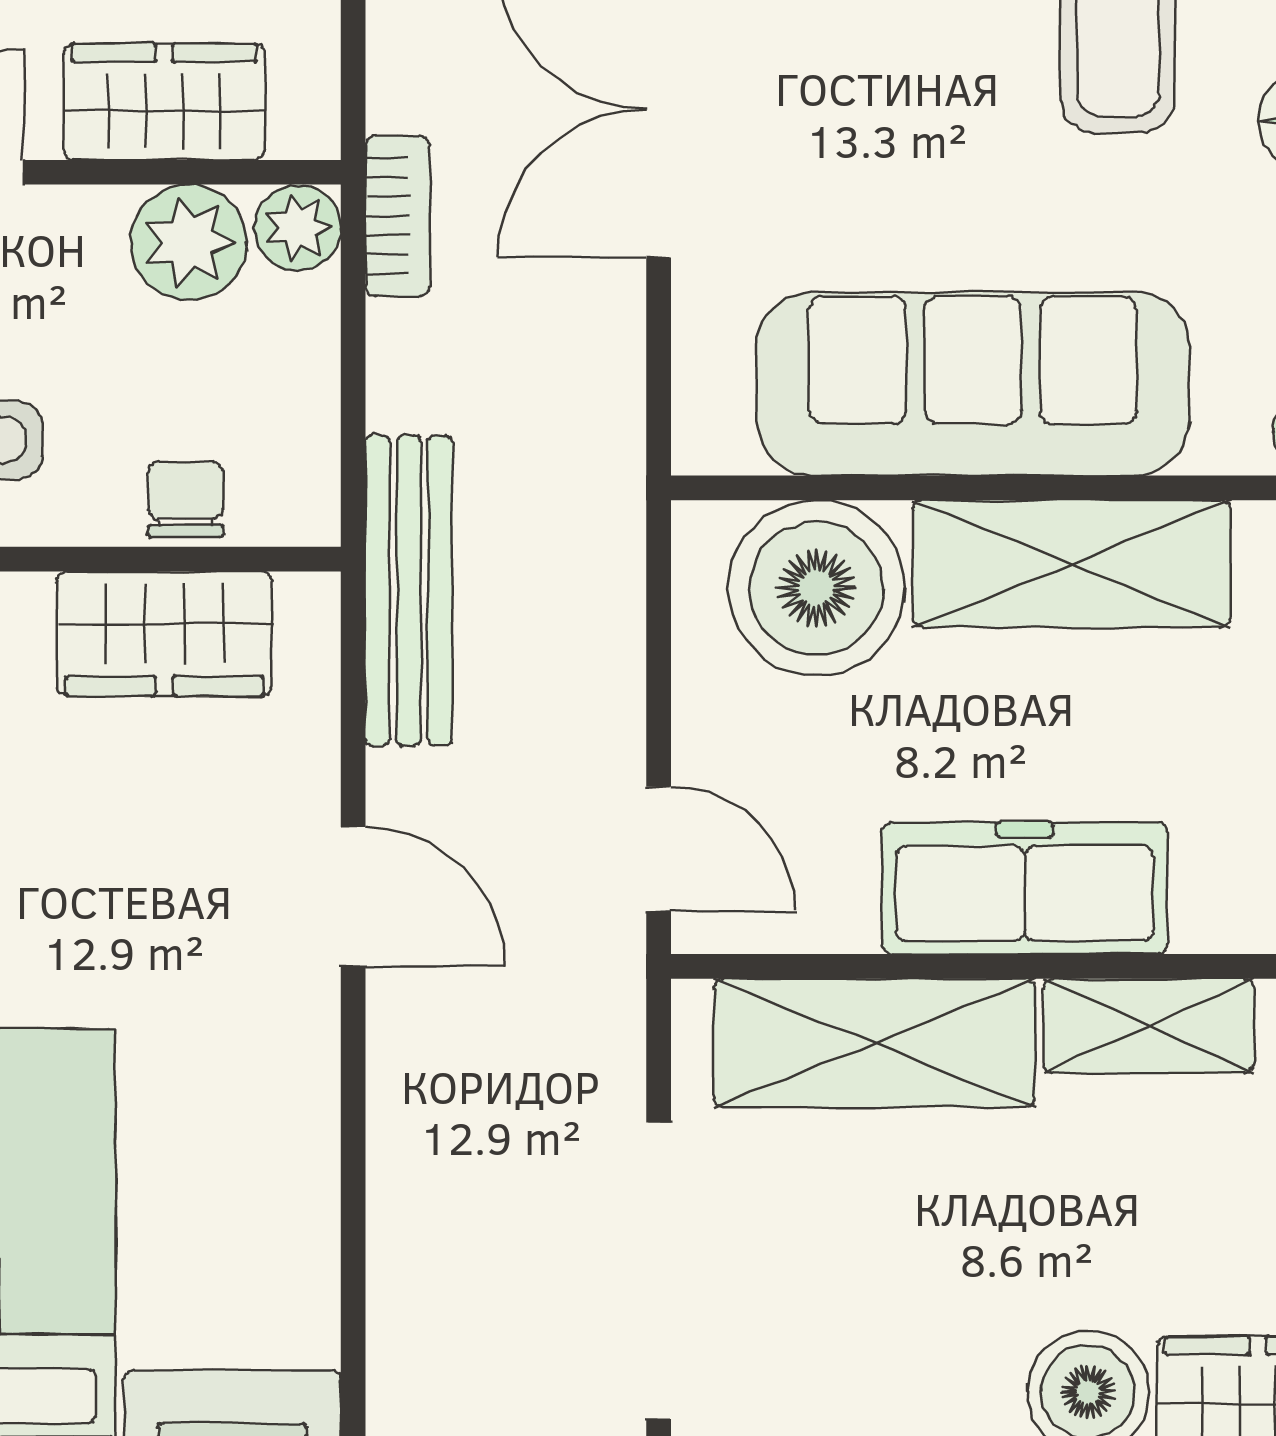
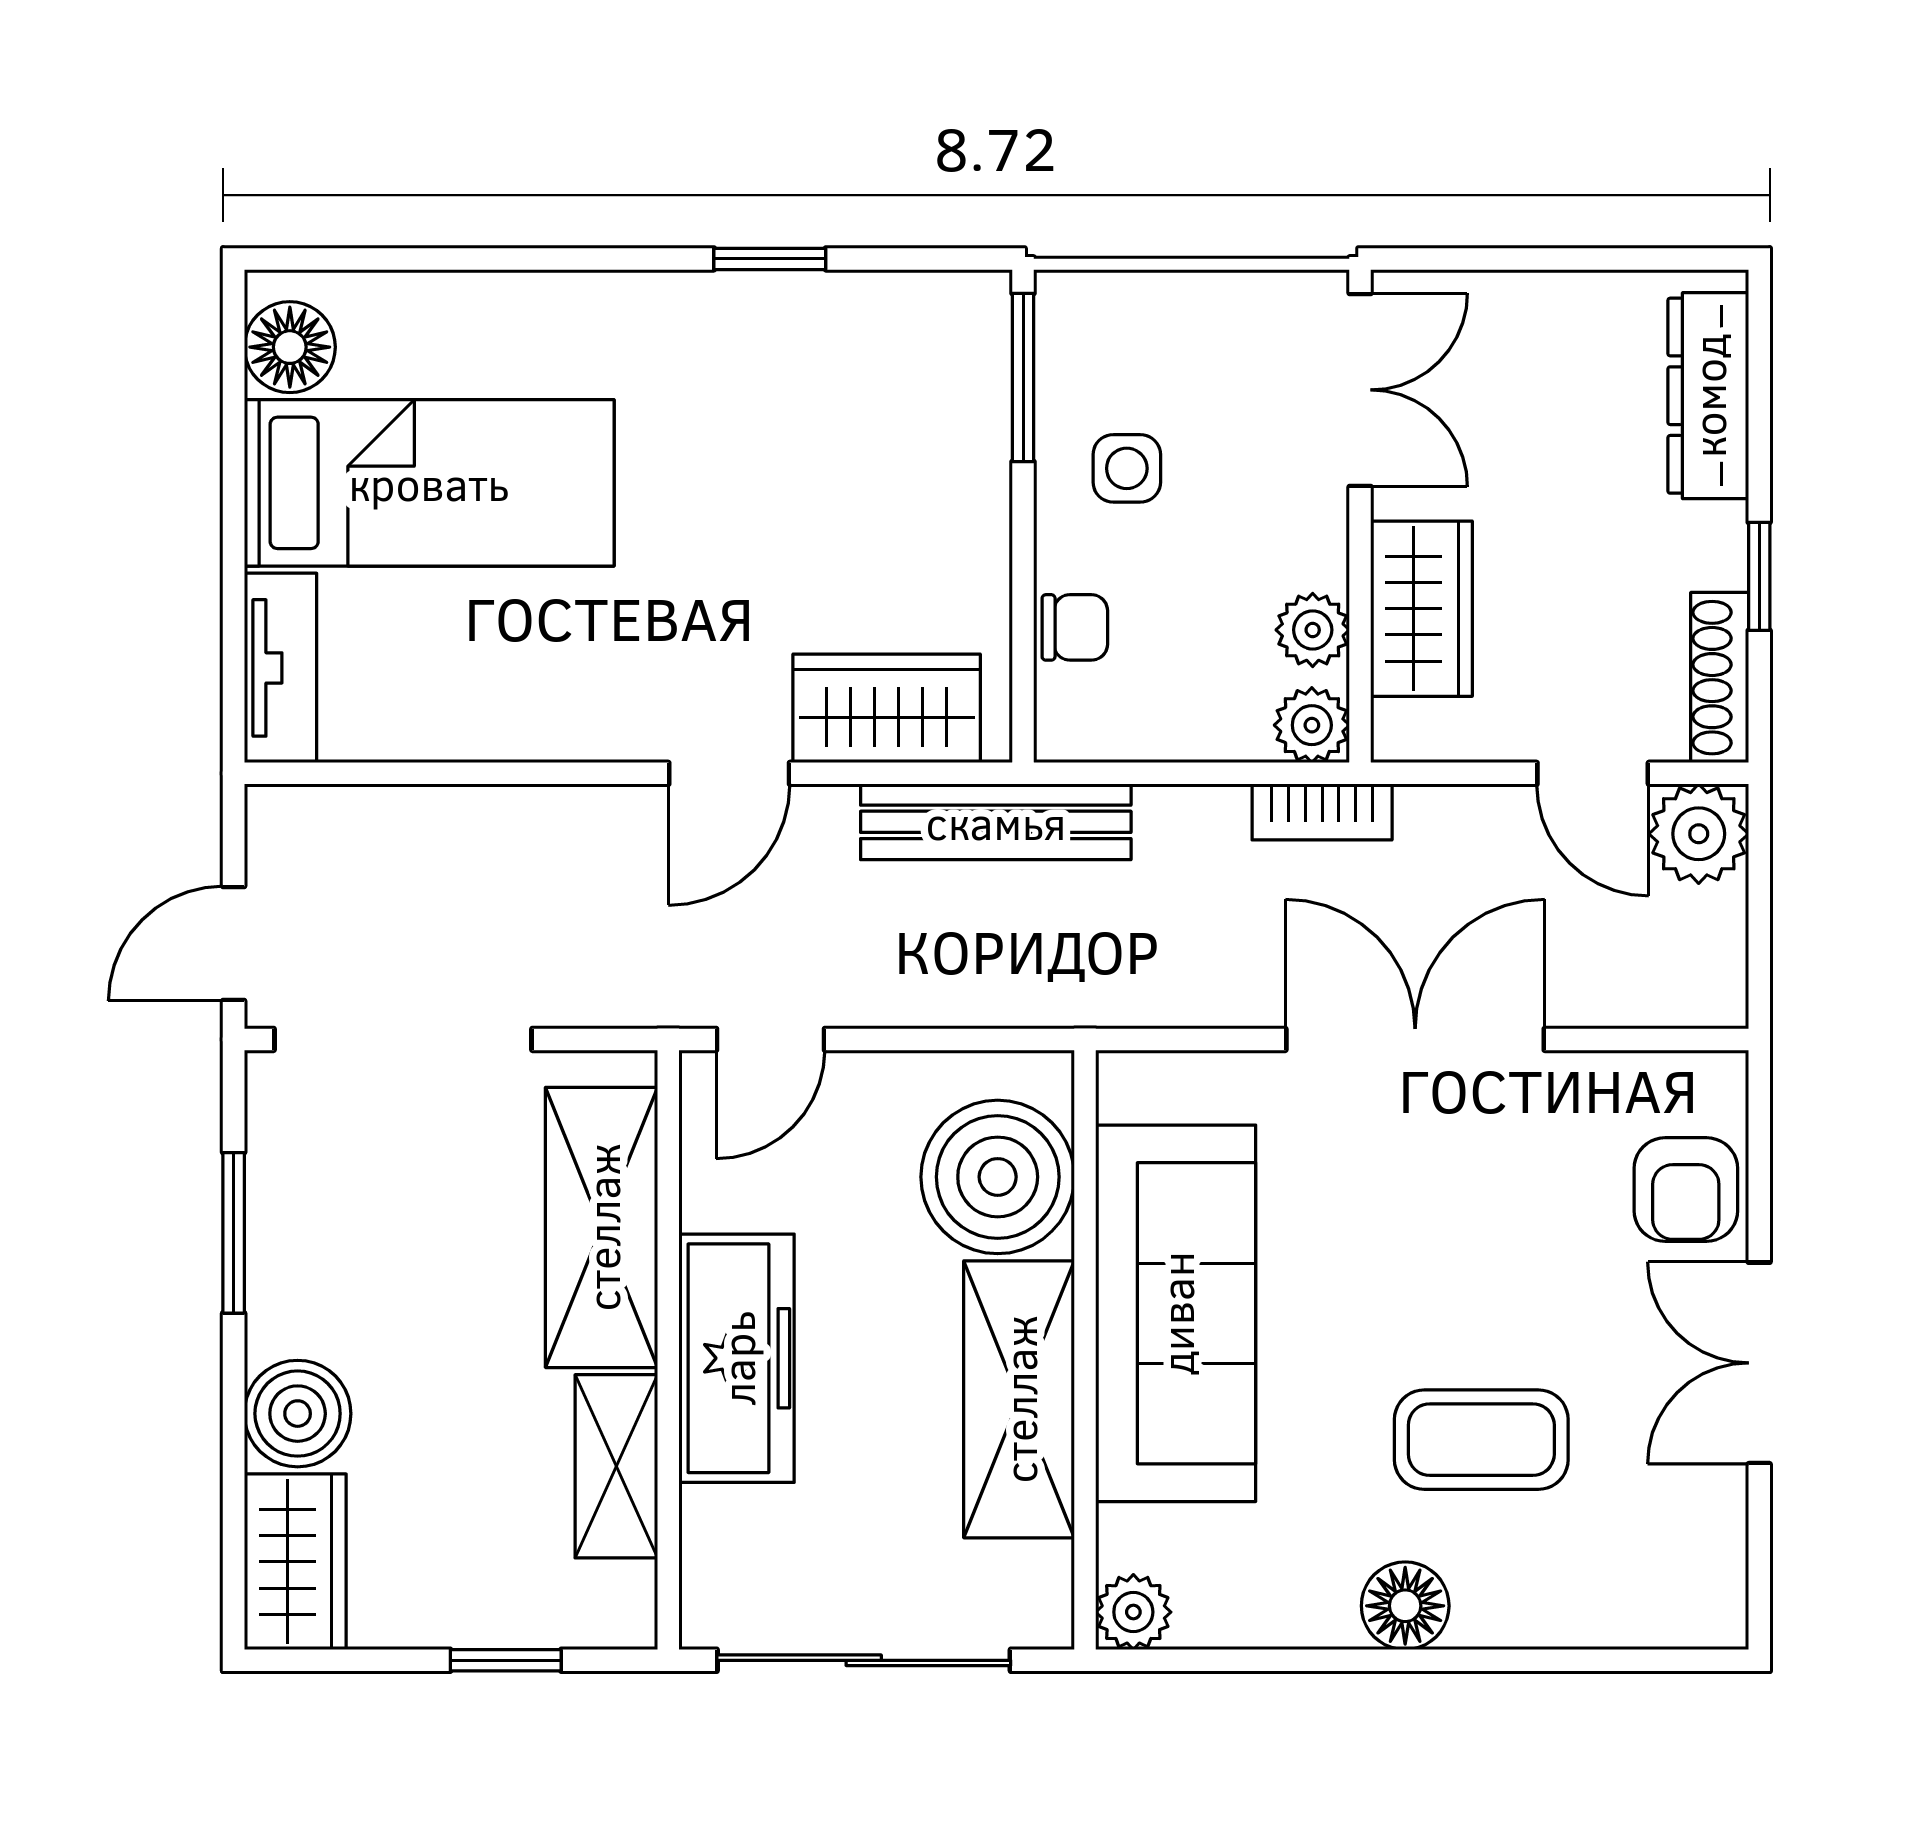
plant: (189, 242) -> (1313, 630), width x0.73, depth x0.73
wardrobe: (164, 634) -> (887, 708), moved, turned 90

